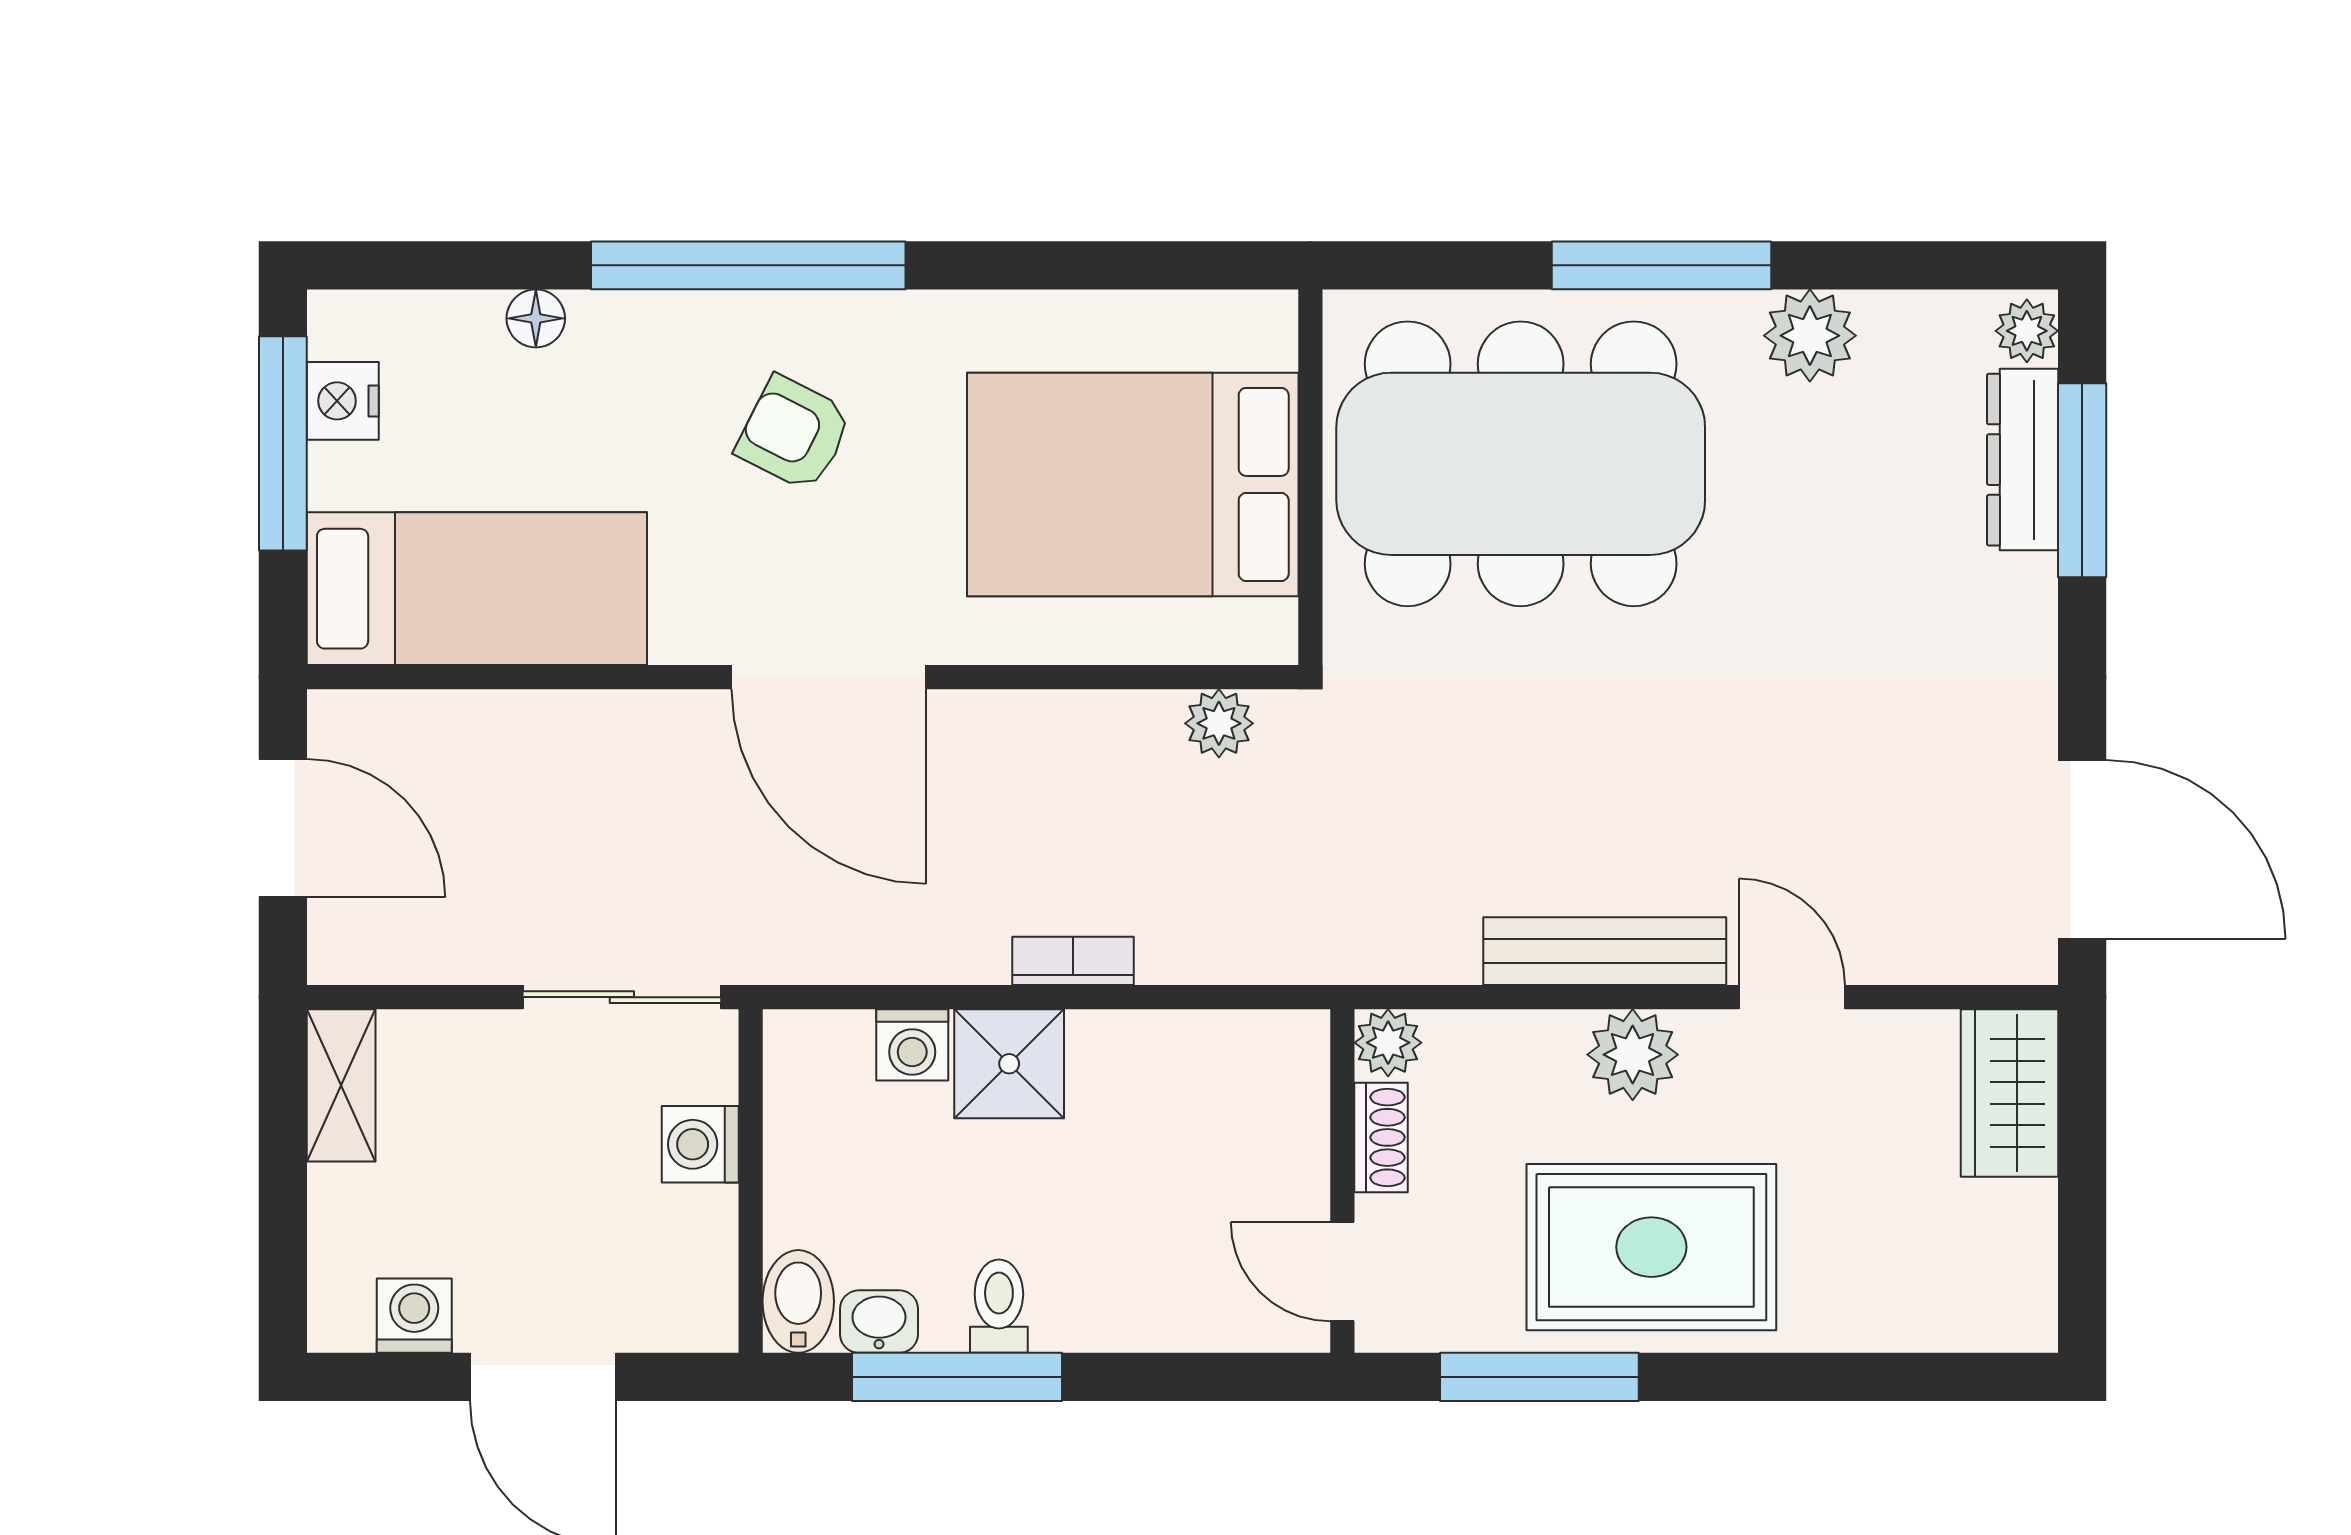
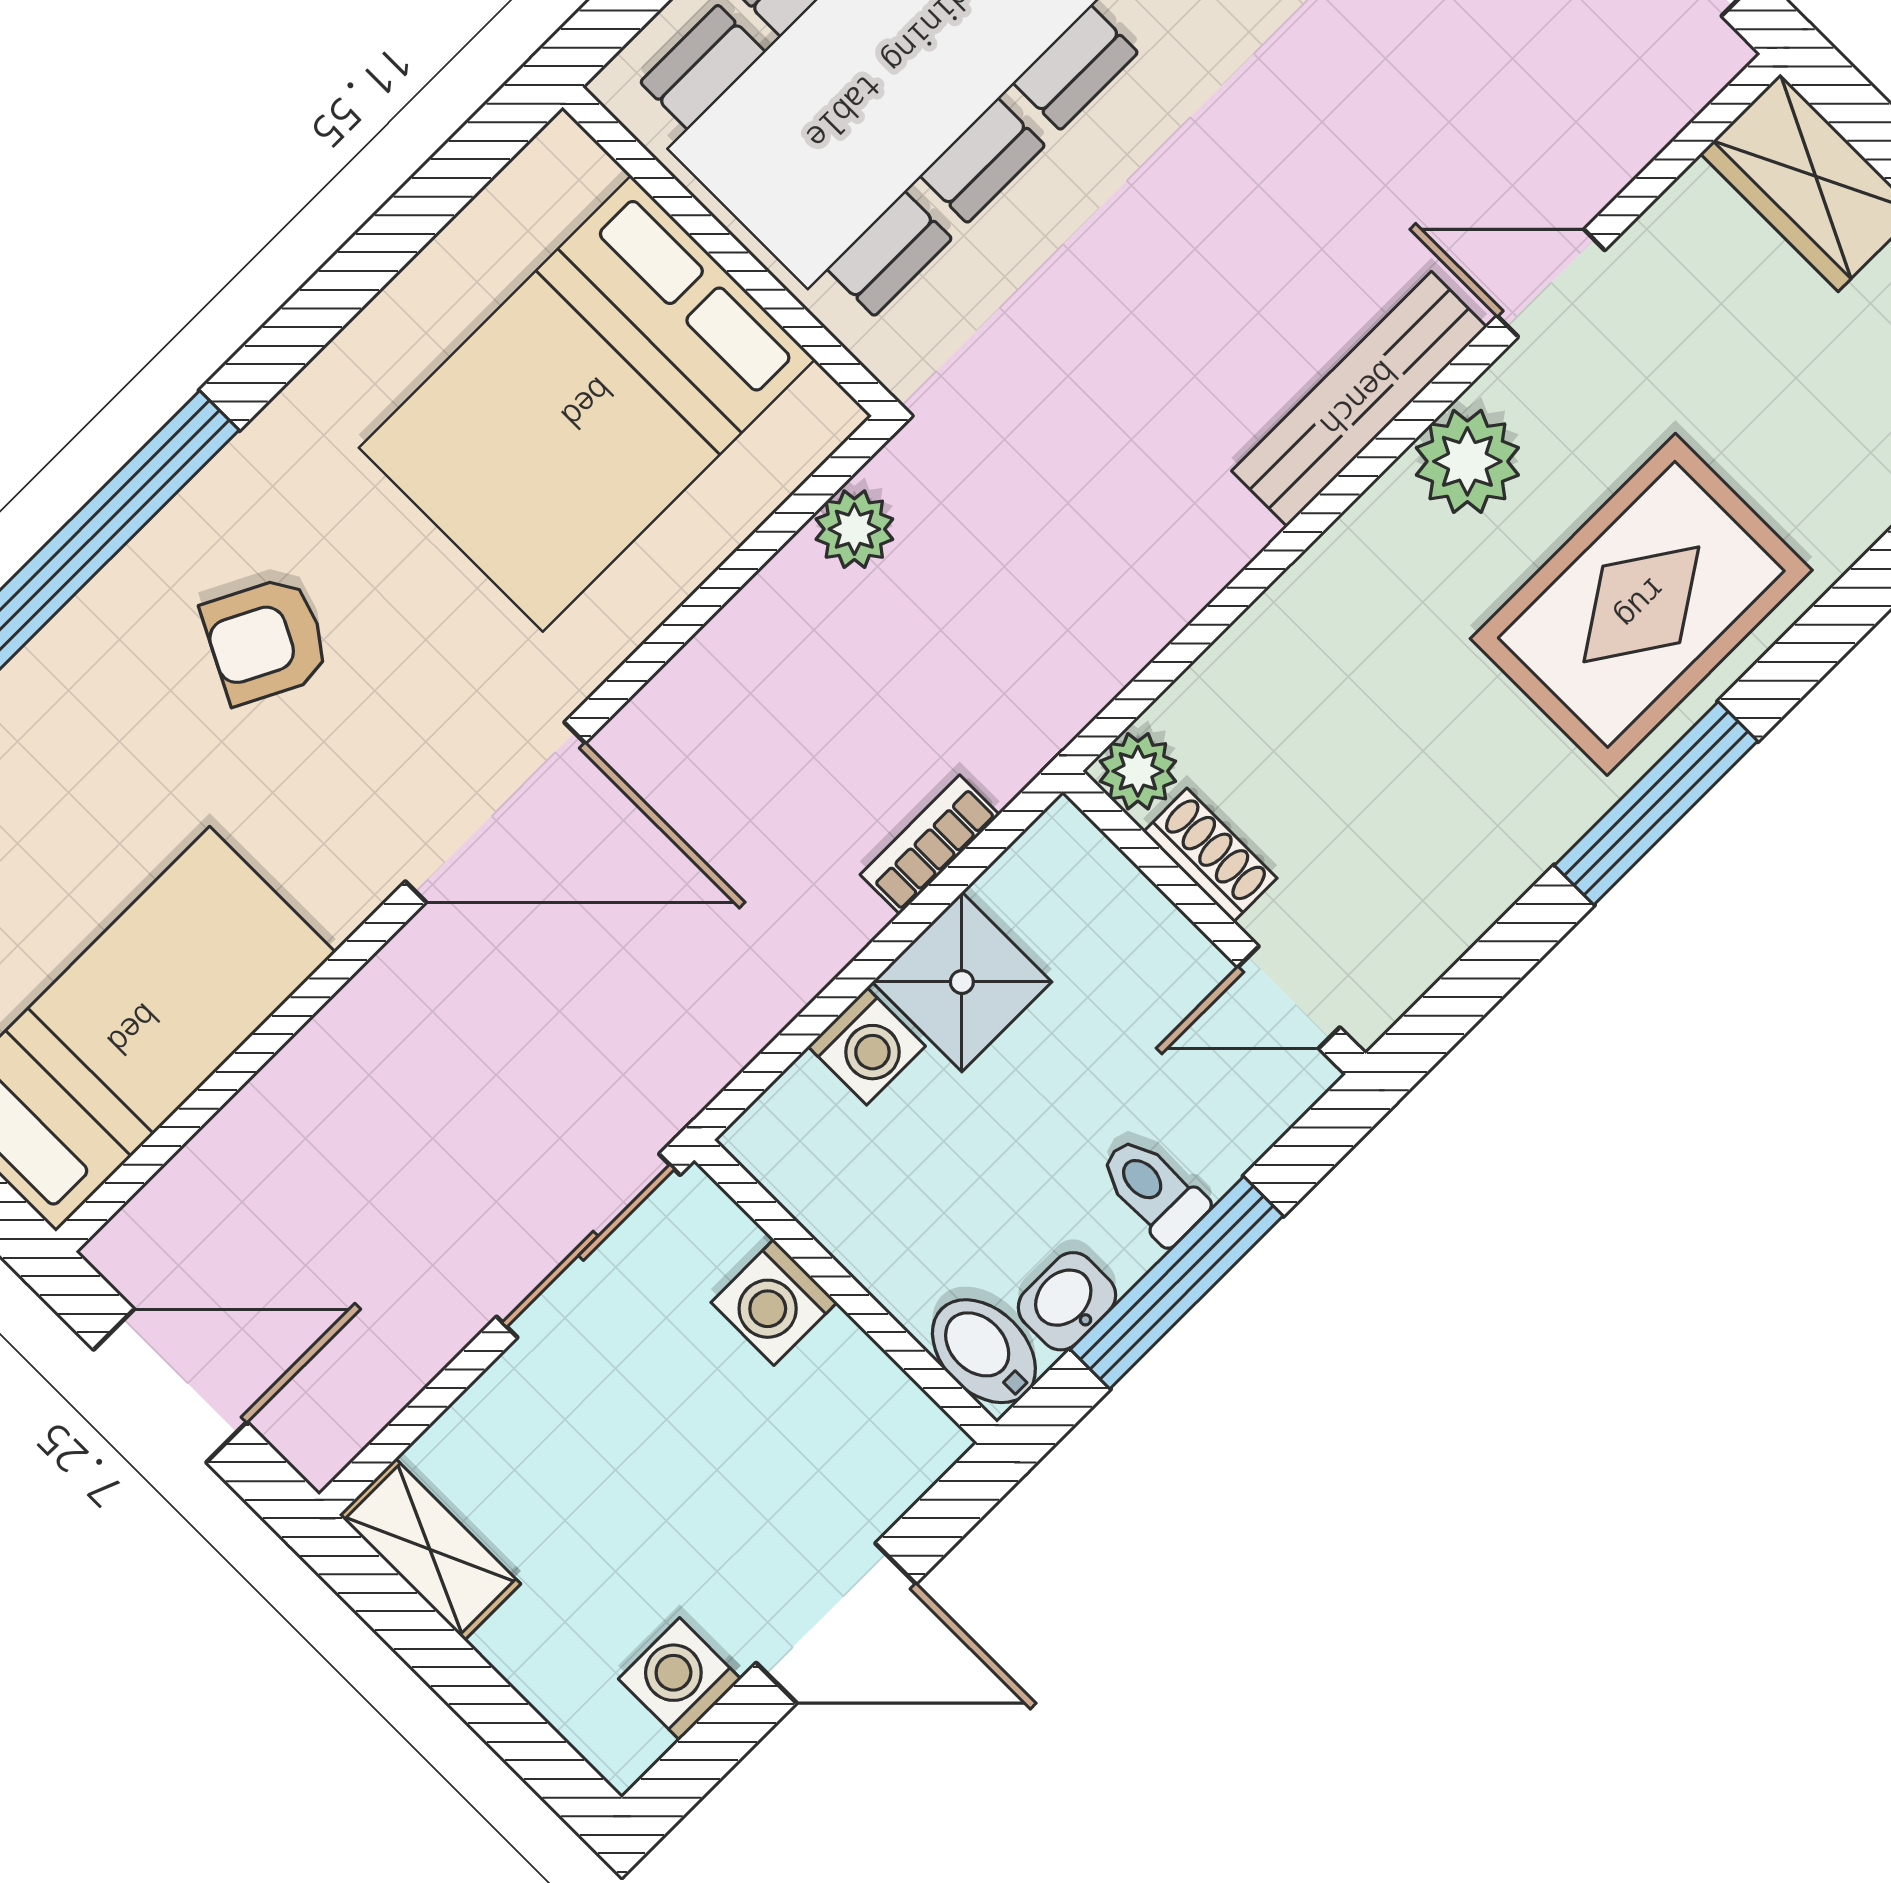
plant: (1388, 1043) -> (1138, 771), moved
shoe rack: (1381, 1137) -> (1210, 855), moved
wall: (1342, 1181) -> (1214, 923), moved
door: (1342, 1272) -> (1289, 997), moved

